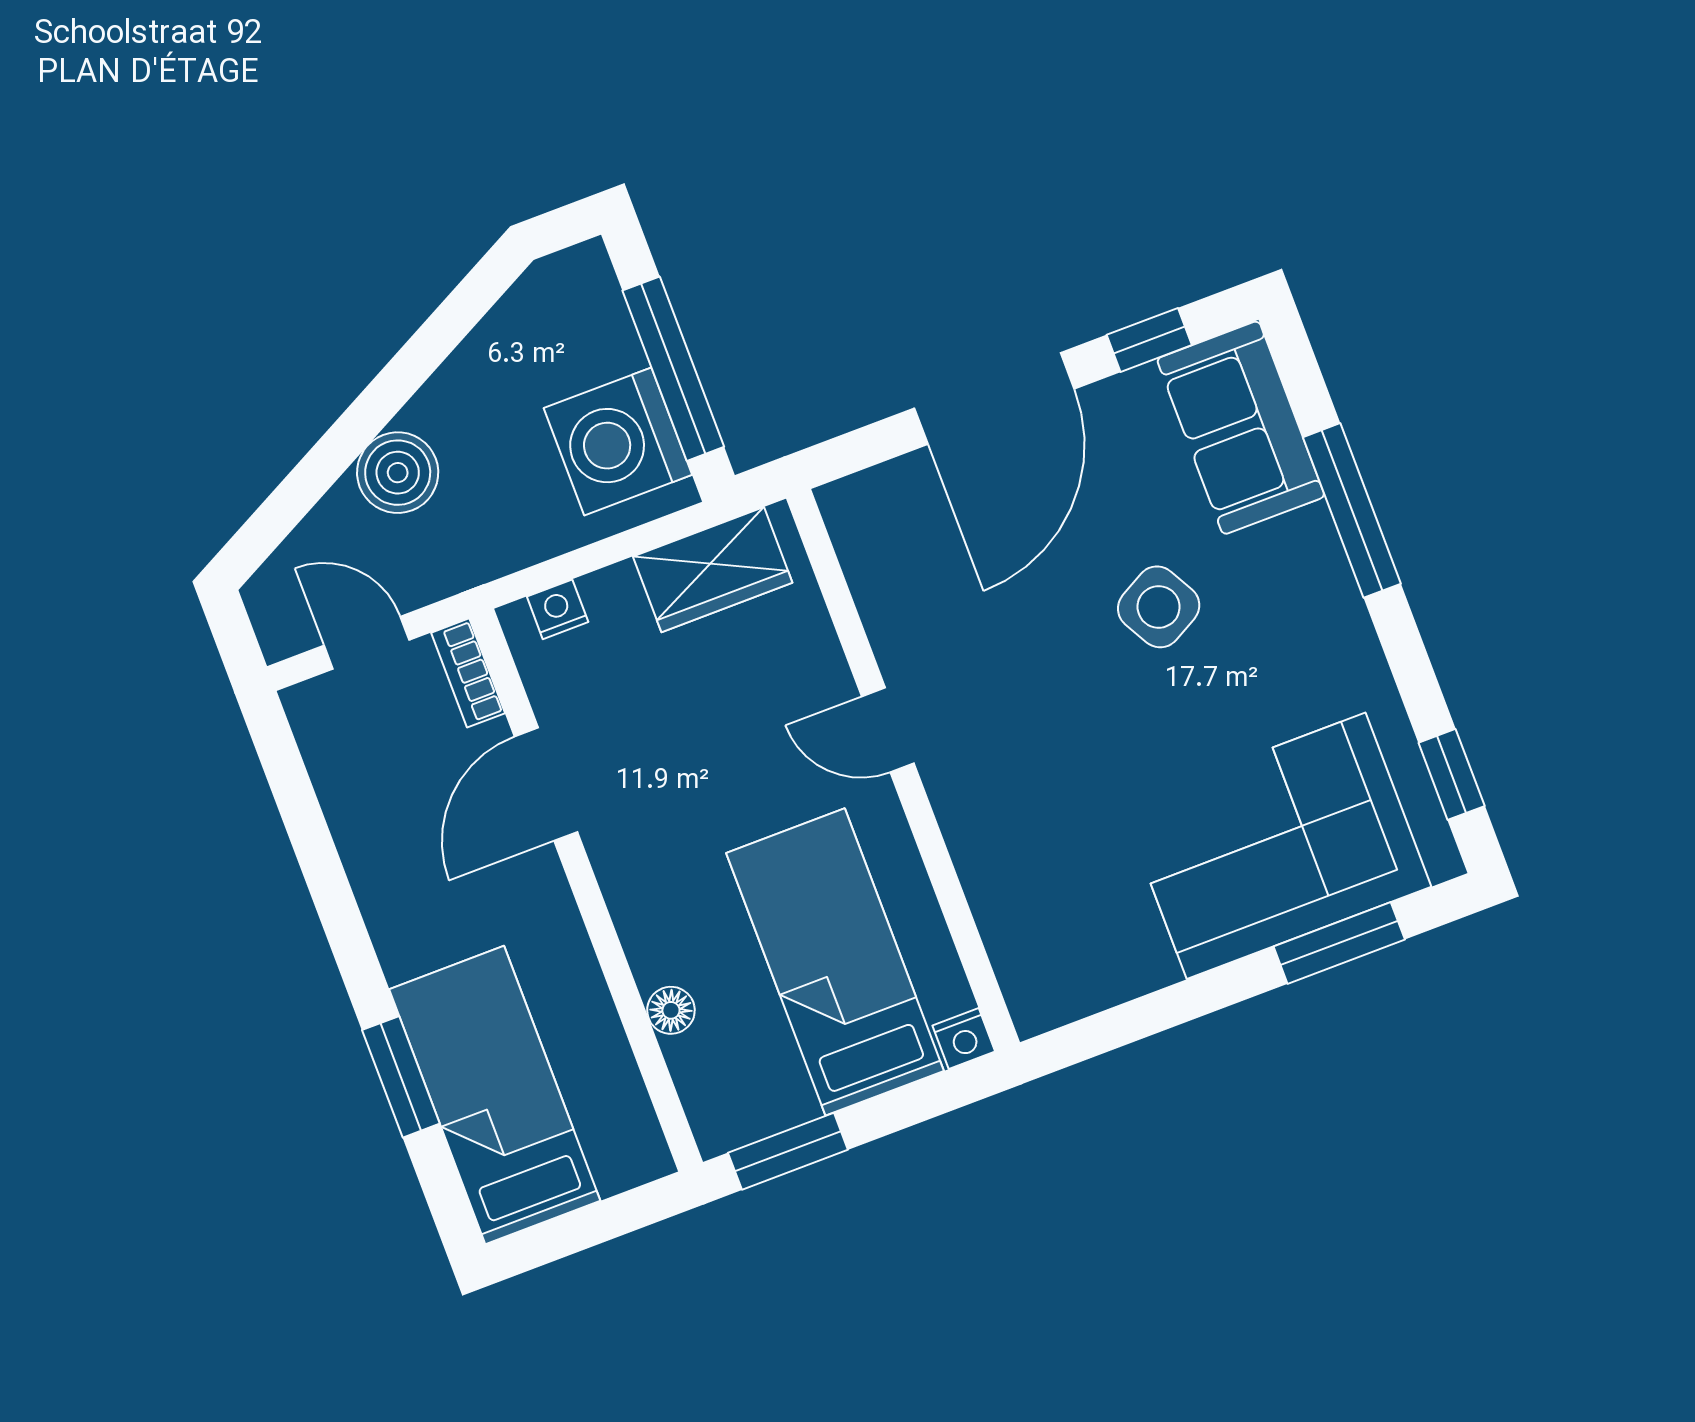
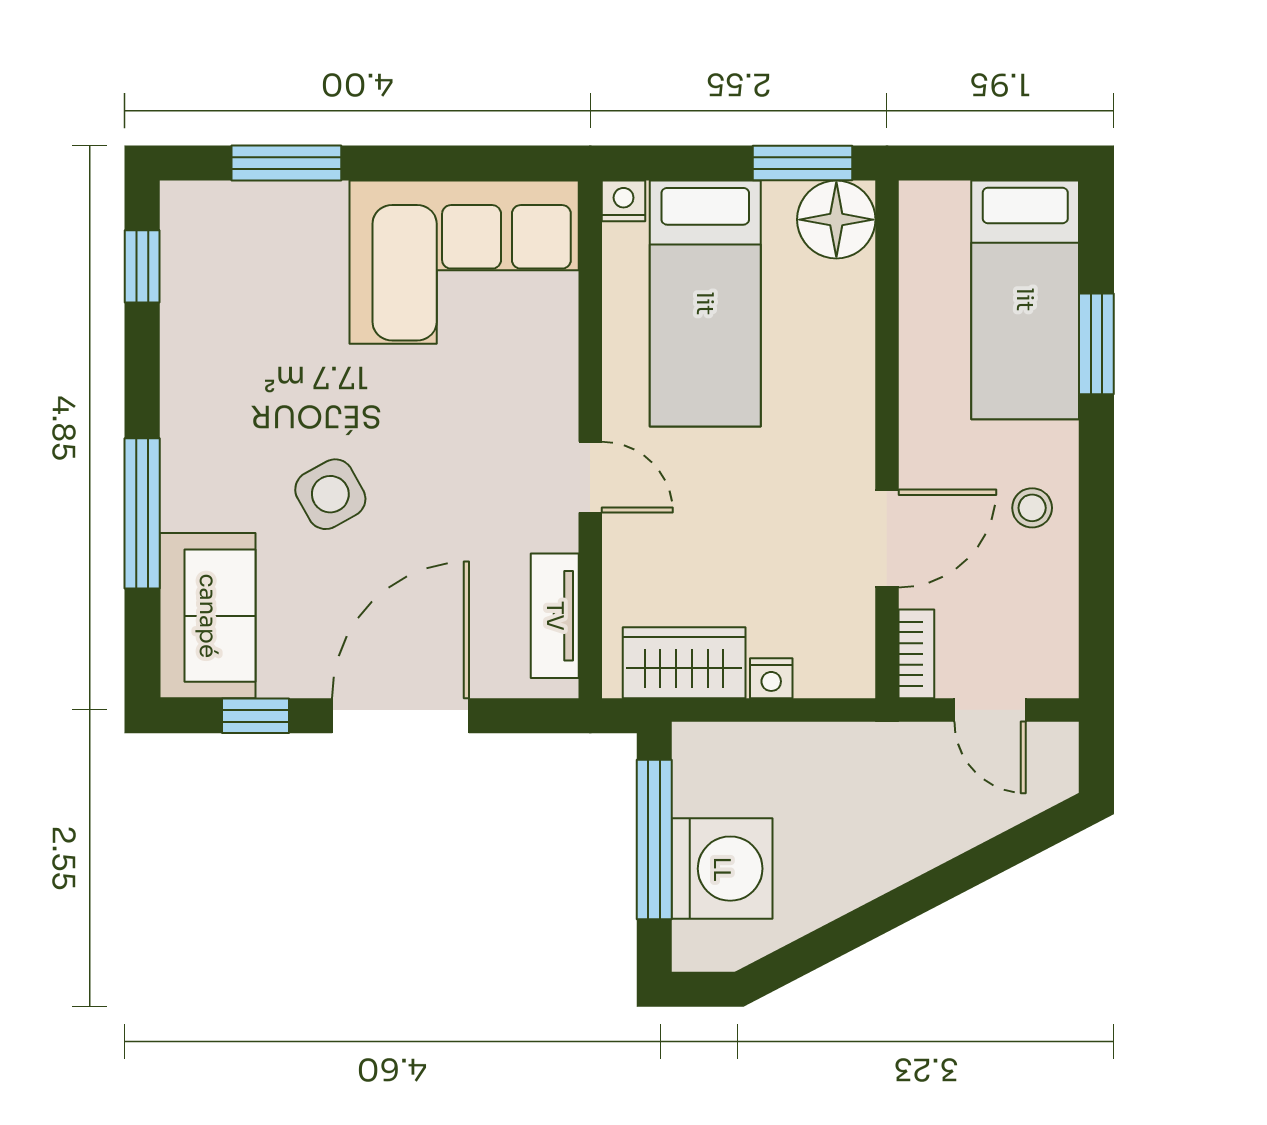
washing machine: (618, 441) -> (722, 869), moved
boiler: (398, 473) -> (912, 840), removed
tv unit: (870, 568) -> (555, 616), added
nightstand: (558, 609) -> (771, 678), moved
corner sofa: (1276, 846) -> (464, 262), moved
stool: (403, 876) -> (1032, 508), added
floor lamp: (671, 1010) -> (836, 220), moved, width x1.89, depth x1.89

